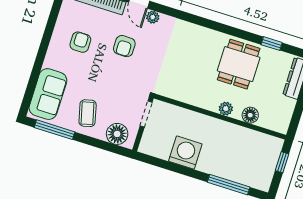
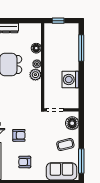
plant: (210, 101) -> (35, 75), added

